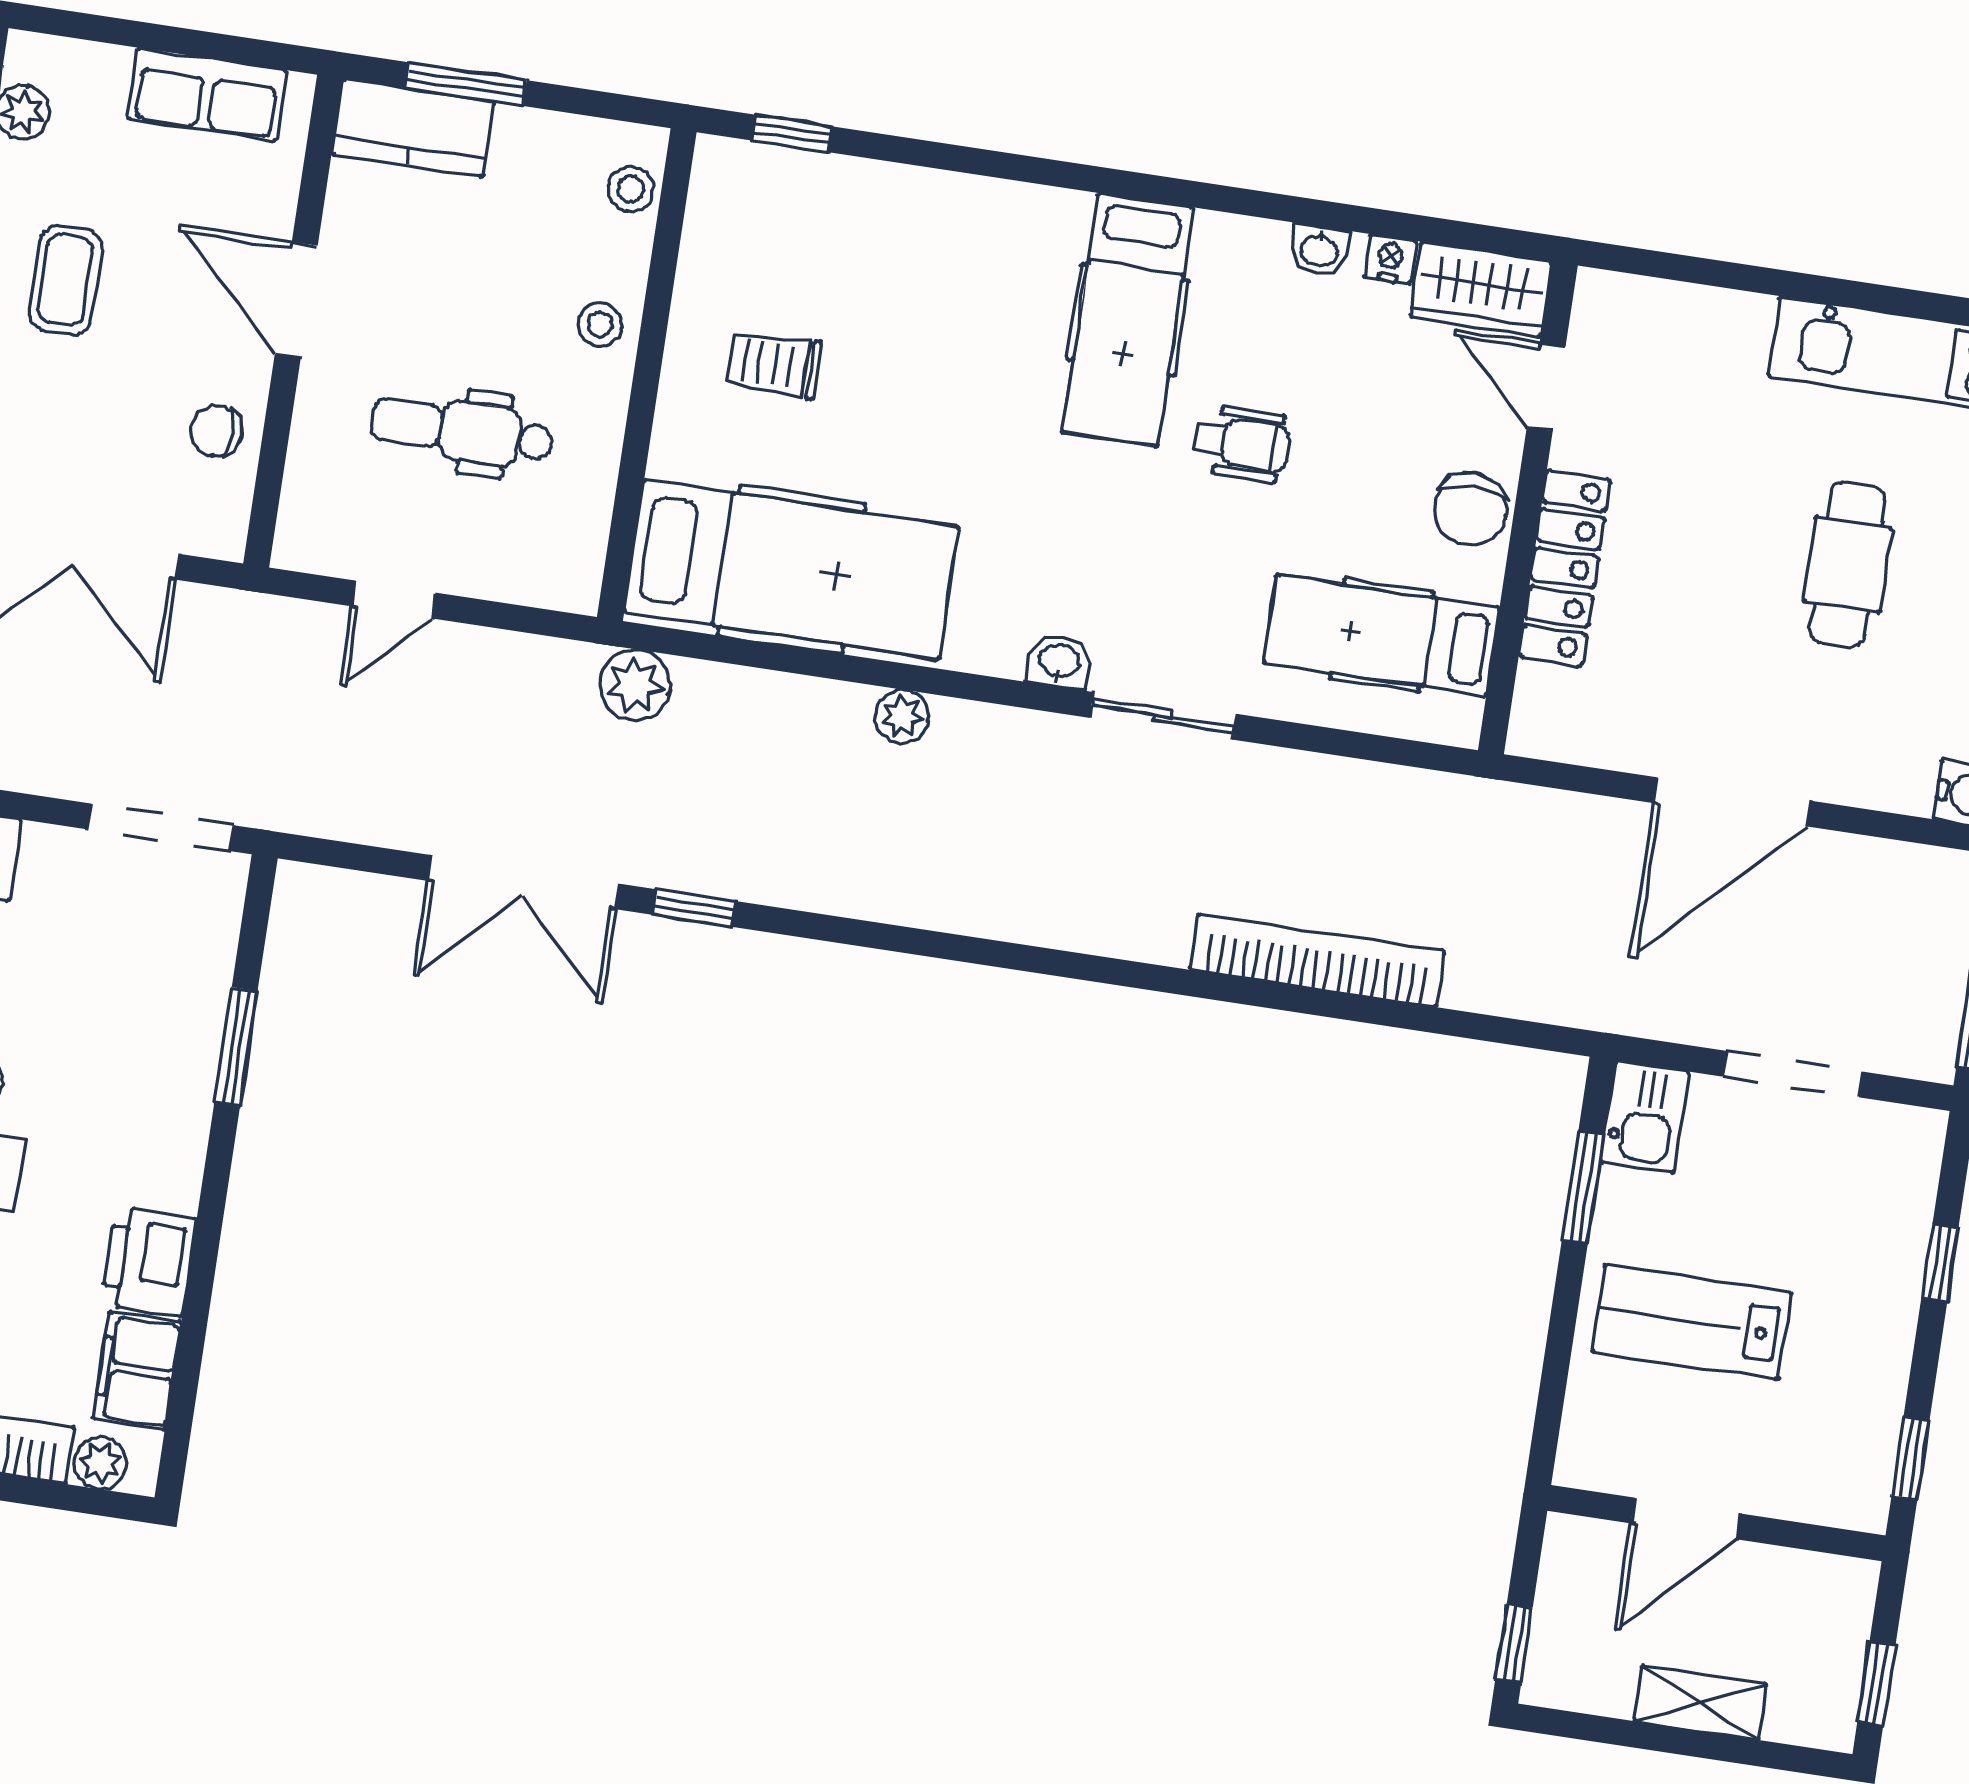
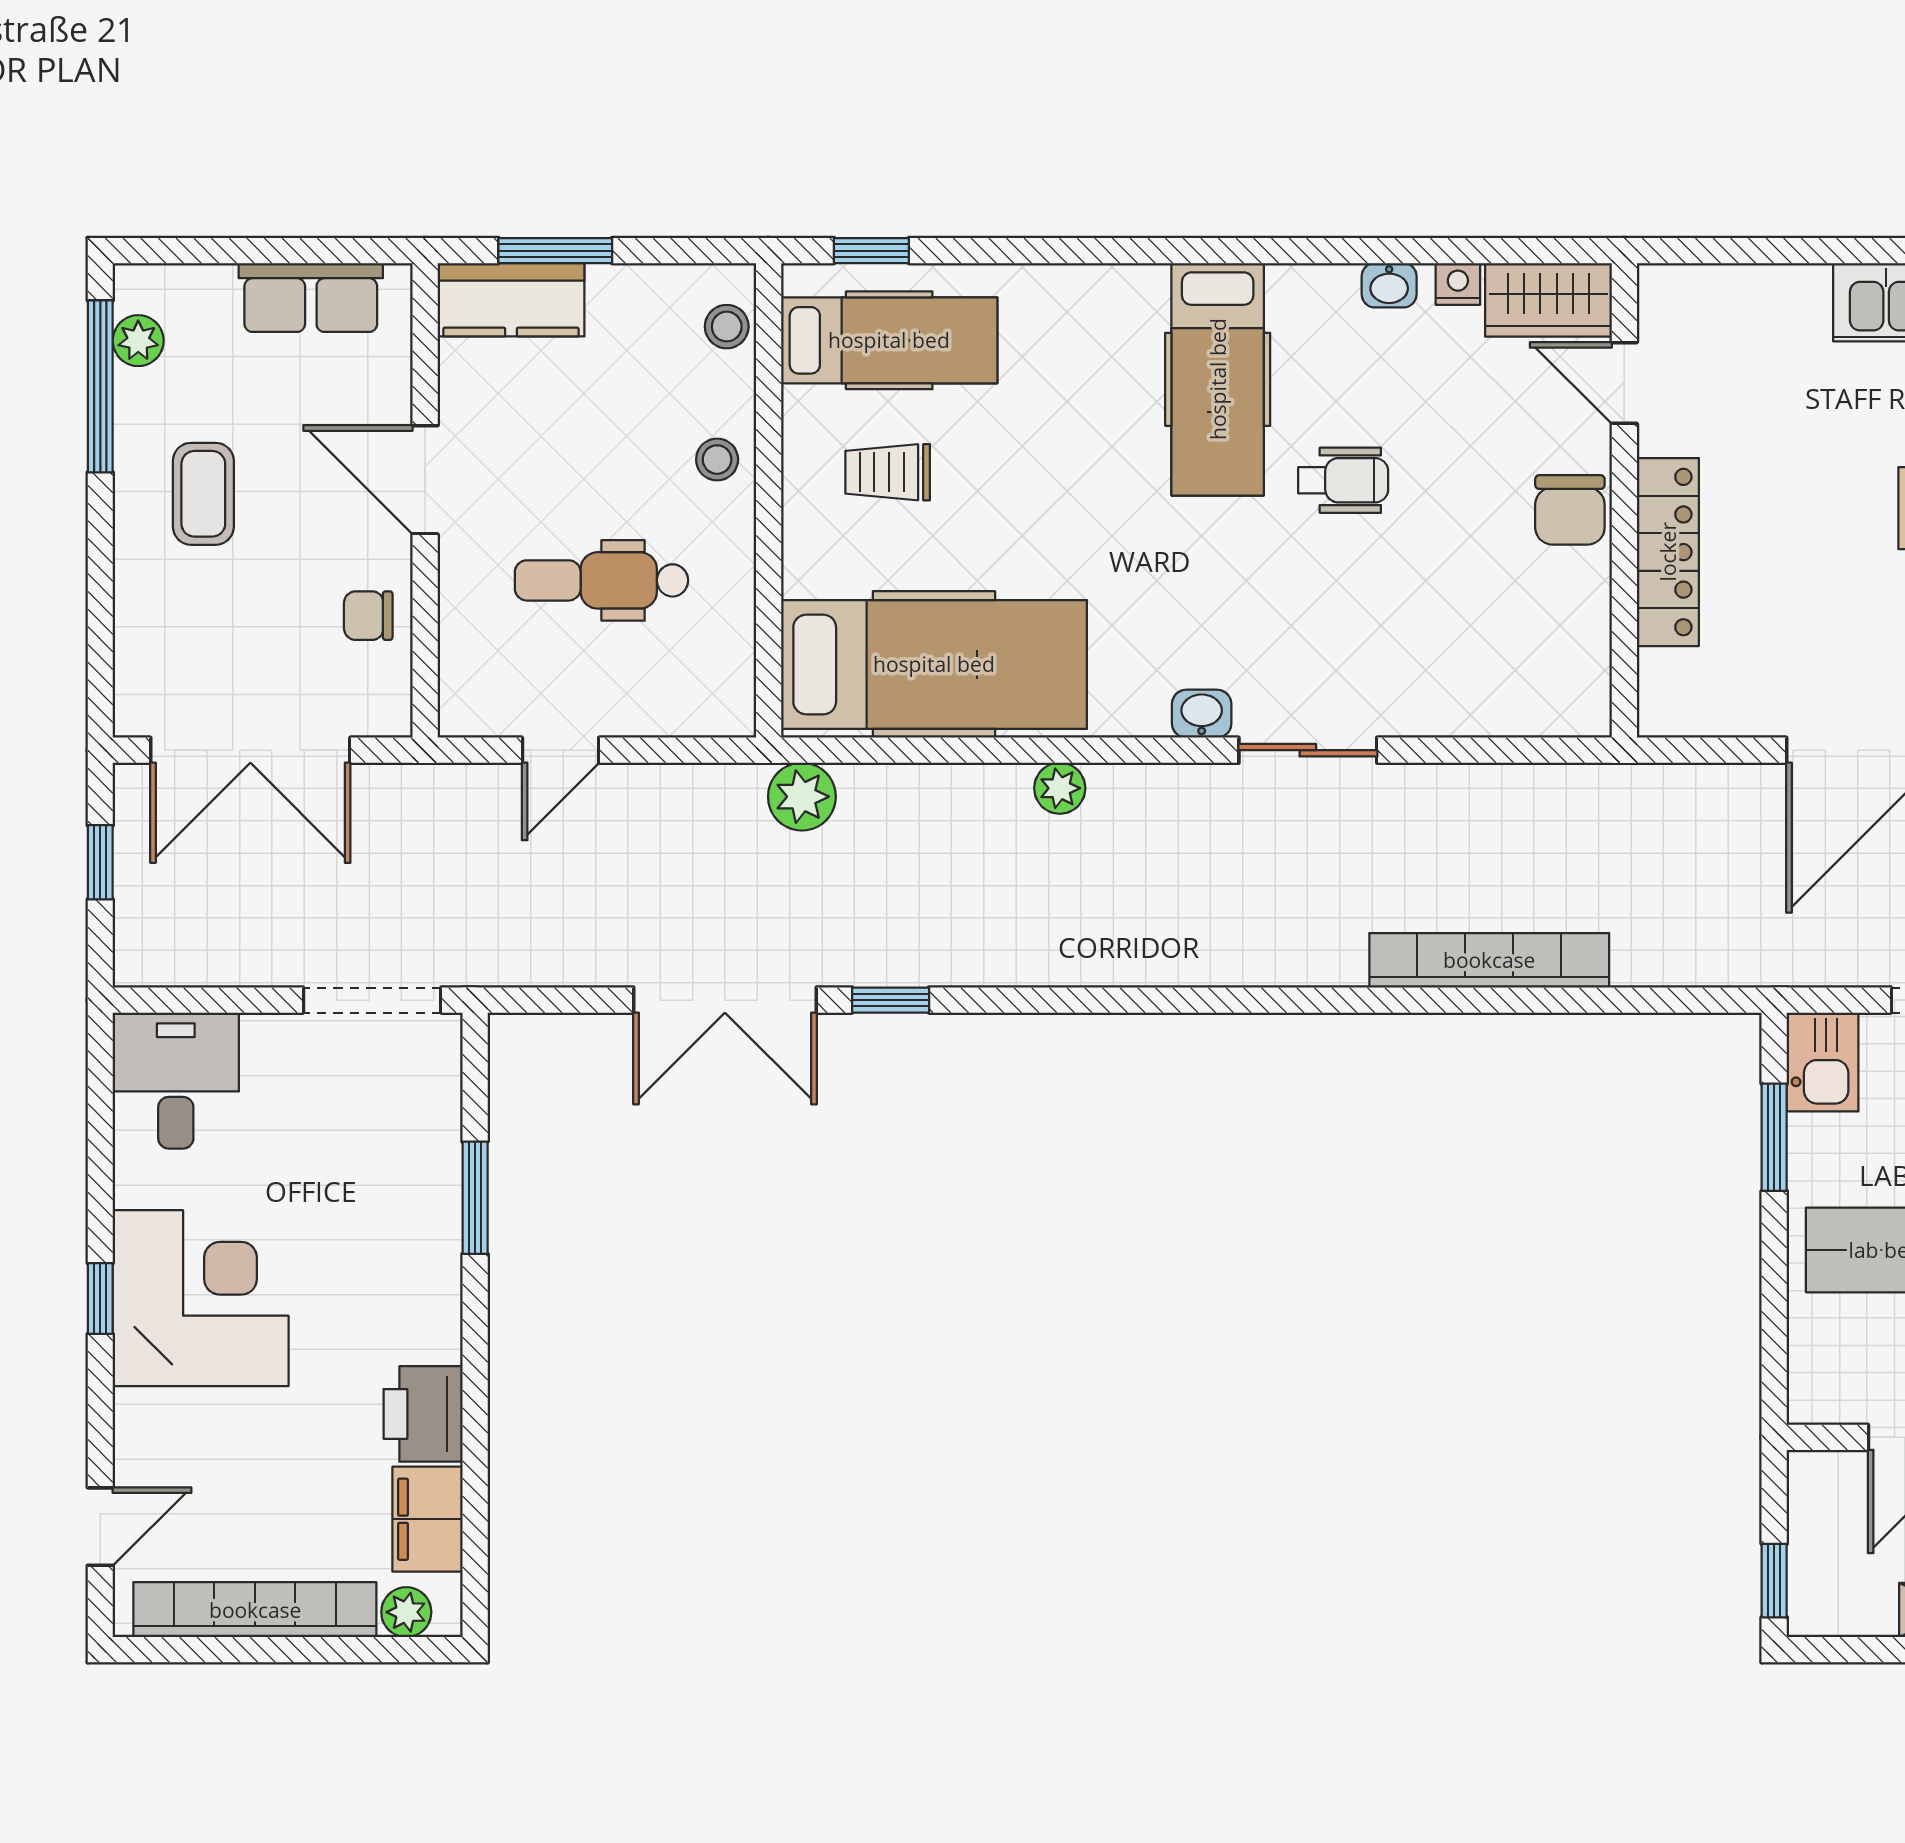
hospital bed: (1382, 635) -> (889, 340), moved, turned 180

